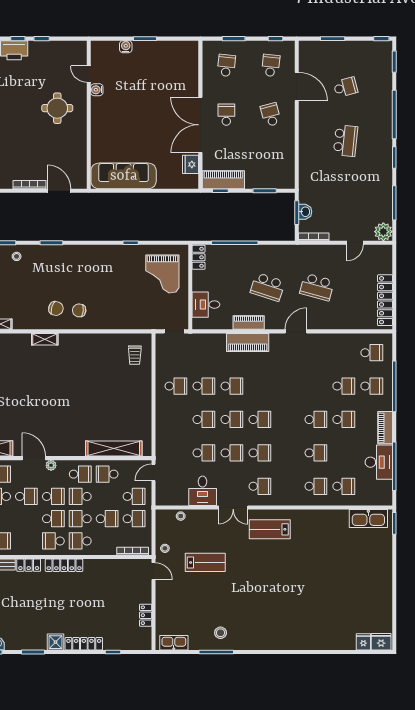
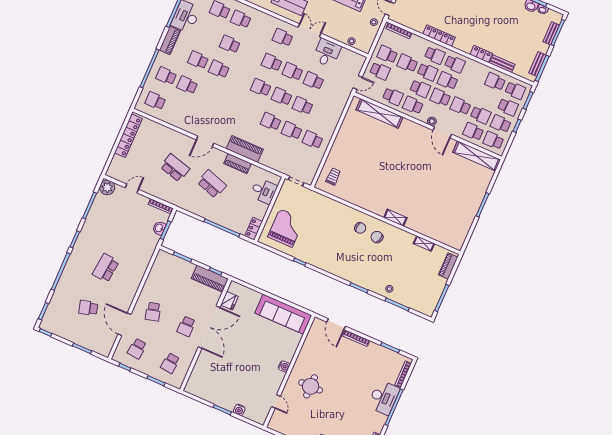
water cooler: (97, 90) -> (284, 366), moved
school desk: (134, 496) -> (380, 71), turned 180
locker: (64, 565) -> (439, 36), moved

